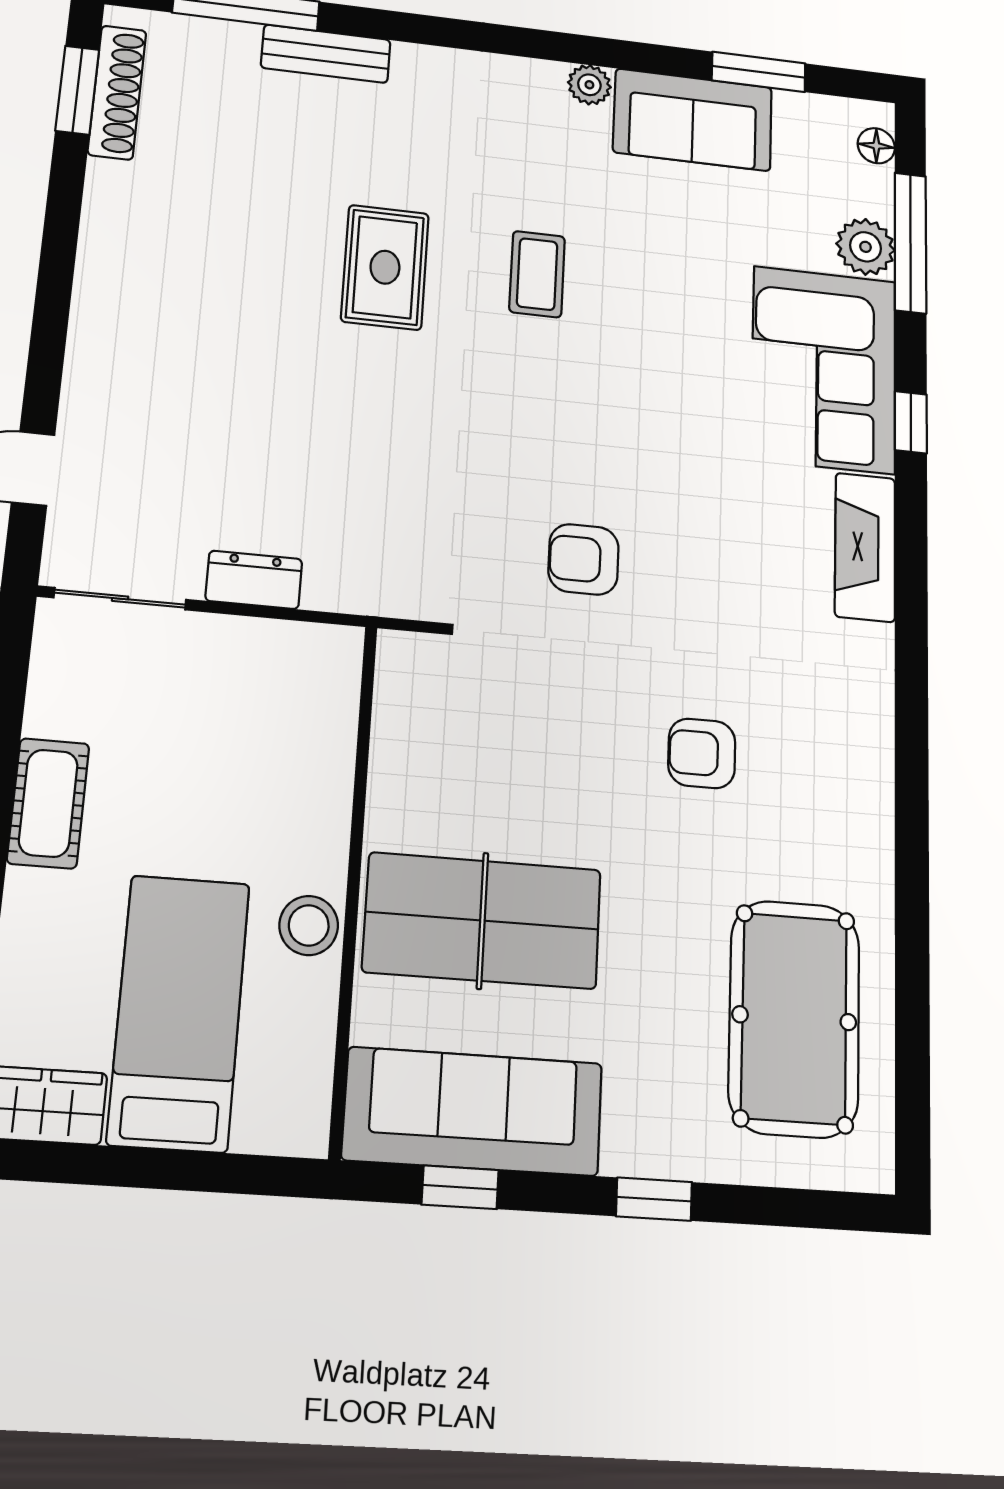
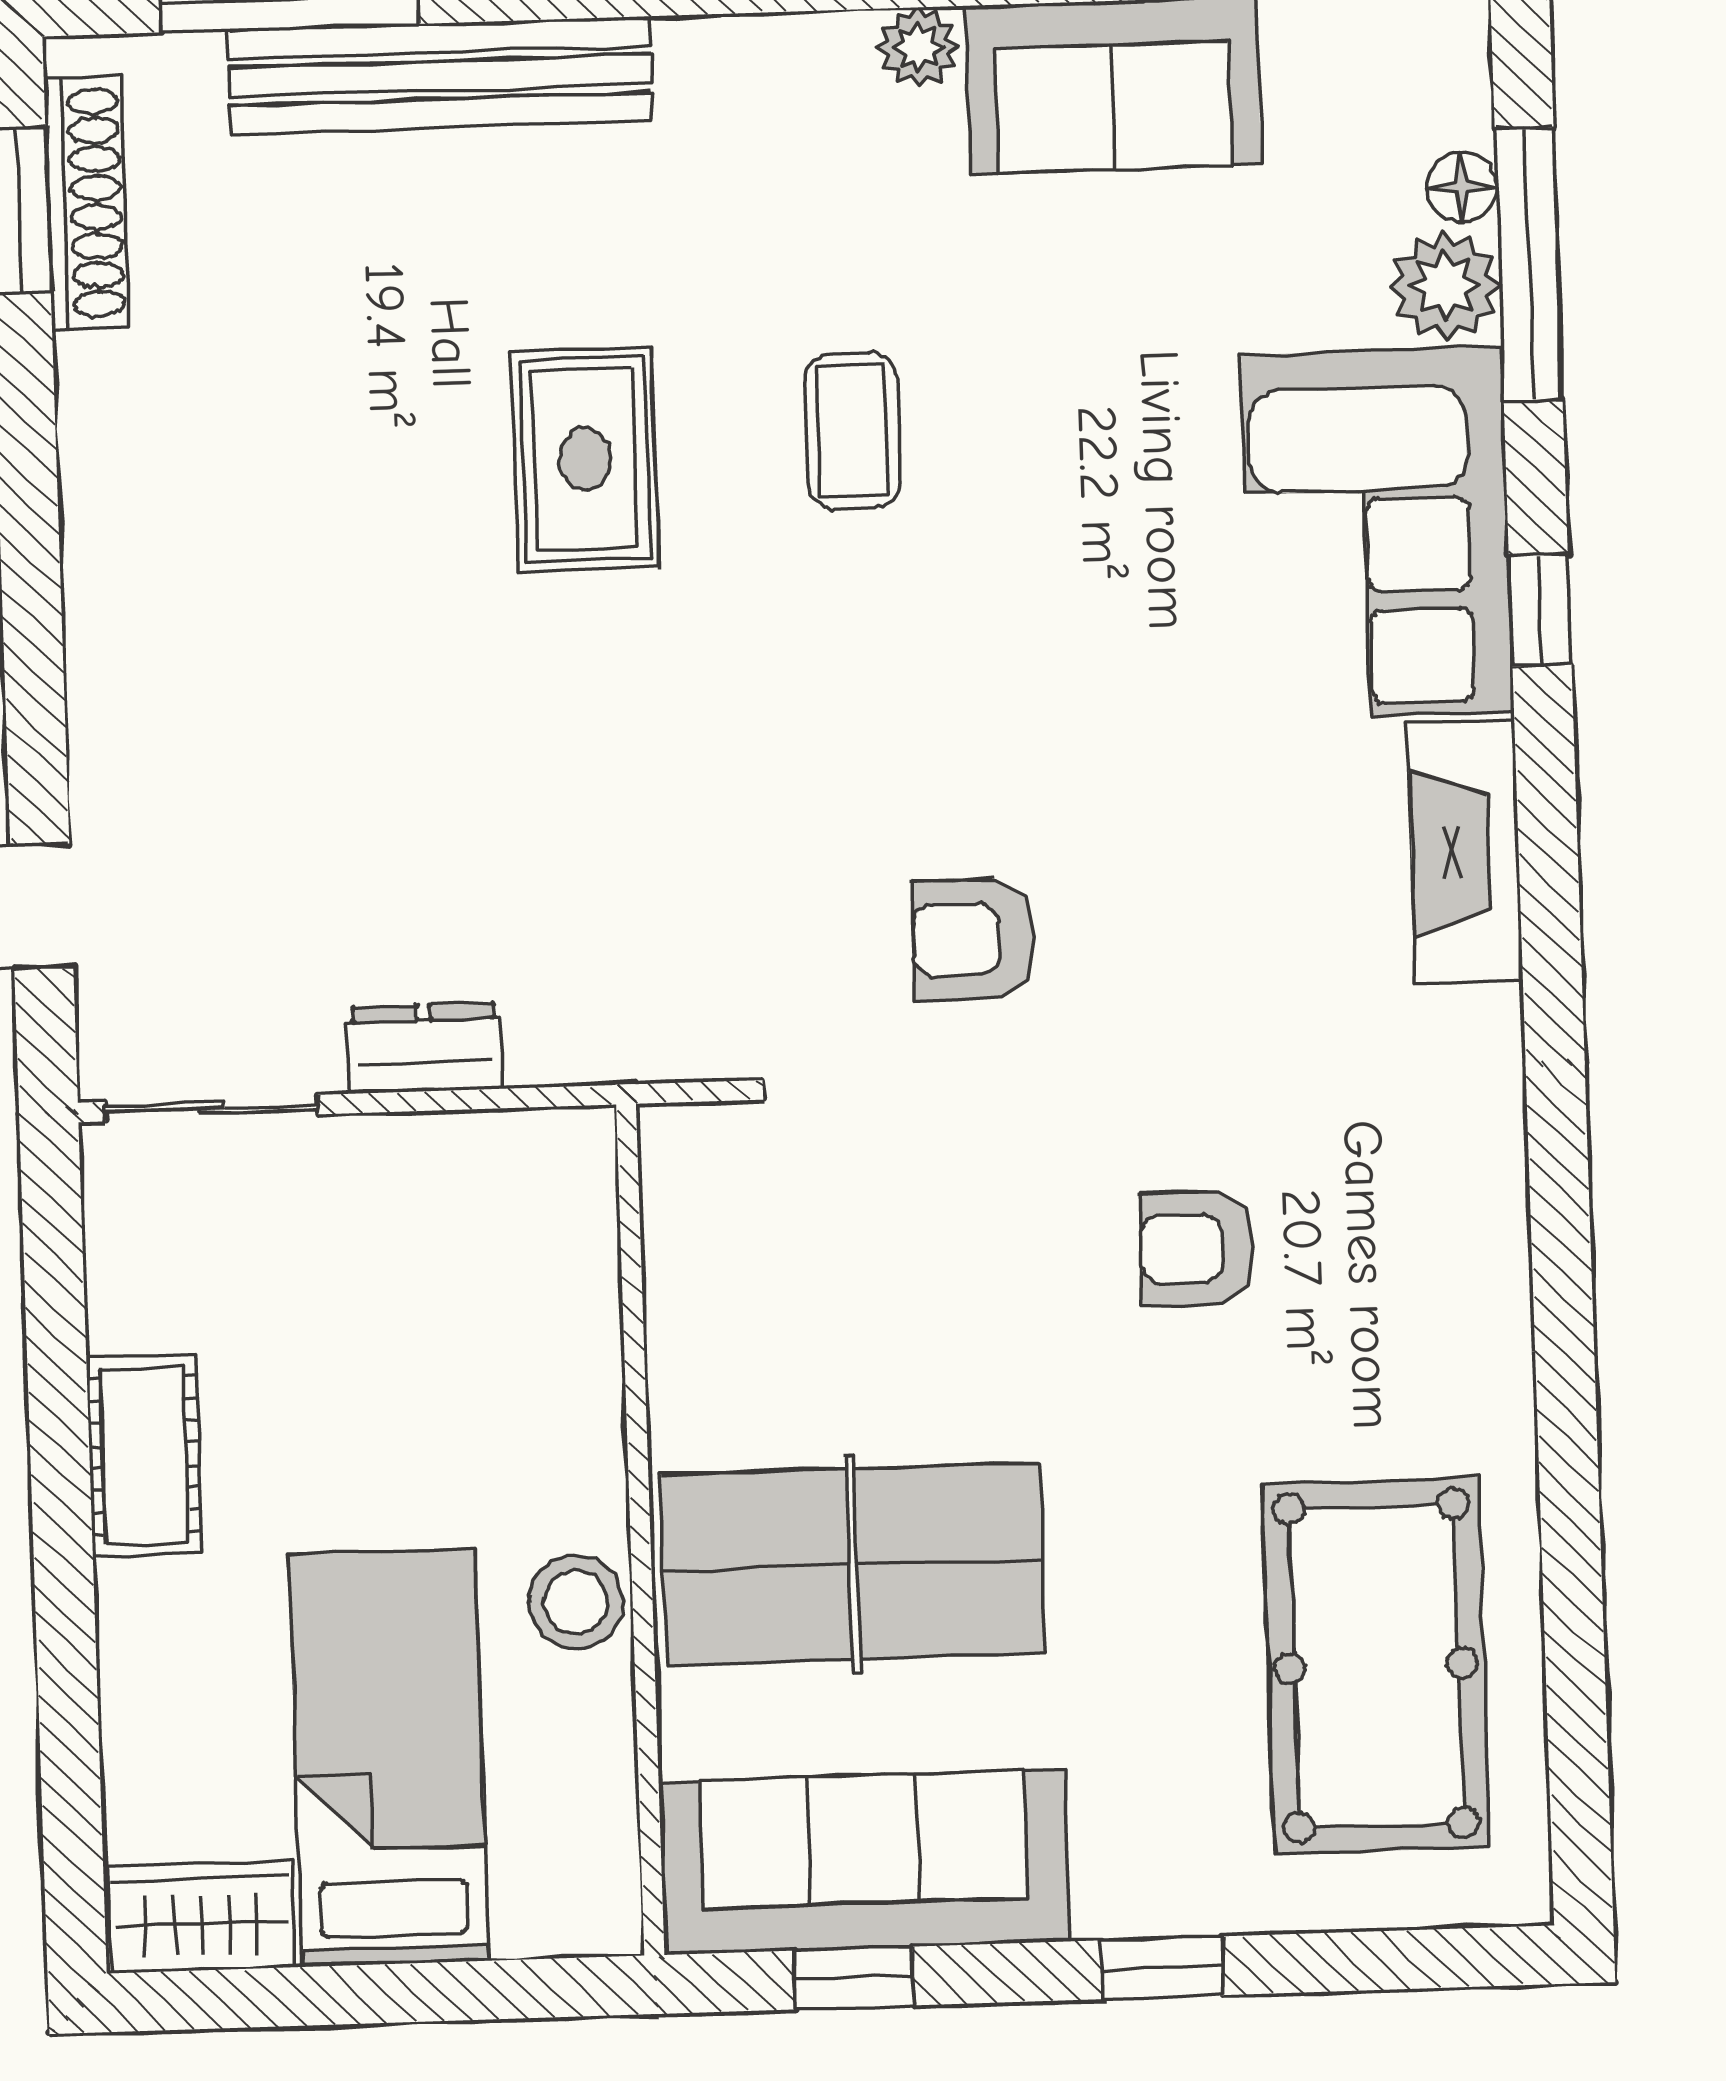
bench: (326, 54) -> (440, 76), width x1.86, depth x1.21
floor lamp: (876, 146) -> (1461, 187), moved

